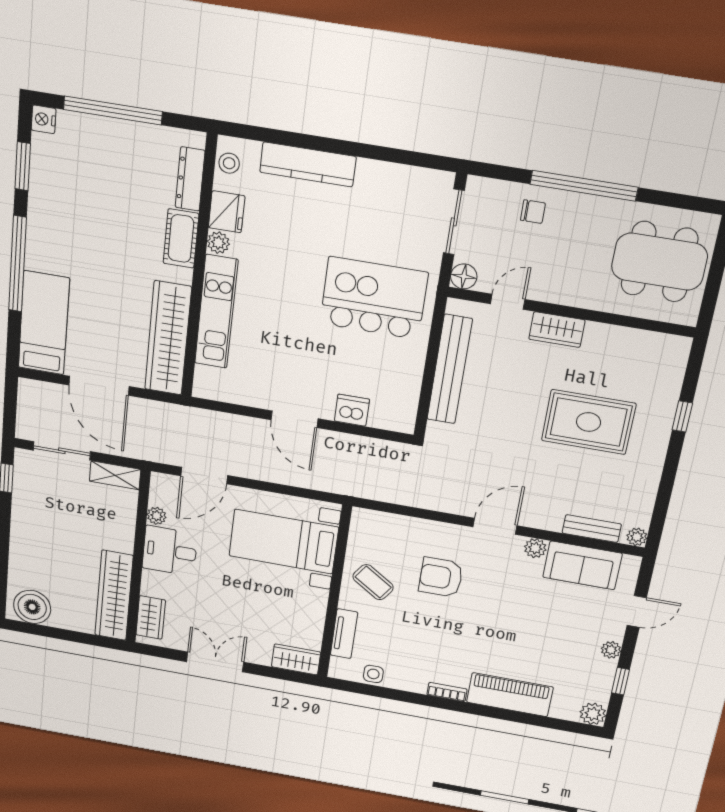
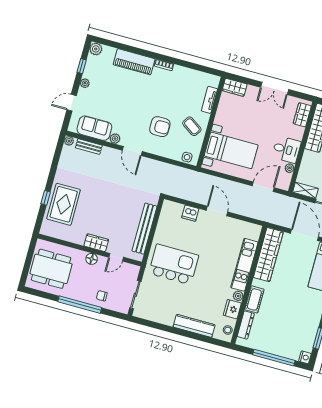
floor lamp: (464, 276) -> (92, 259), moved
kitchen island: (374, 298) -> (174, 264), turned 180
rug: (589, 422) -> (64, 204), moved, turned 90
door: (495, 526) -> (132, 151), hinge flipped
side table: (373, 674) -> (187, 157), moved

